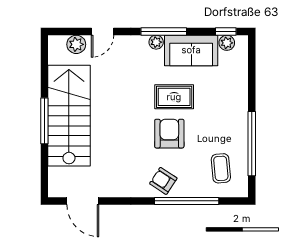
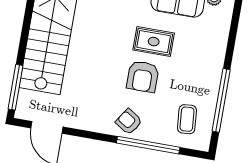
window: (44, 121) -> (15, 87), moved
armchair: (169, 134) -> (143, 77), turned 180

